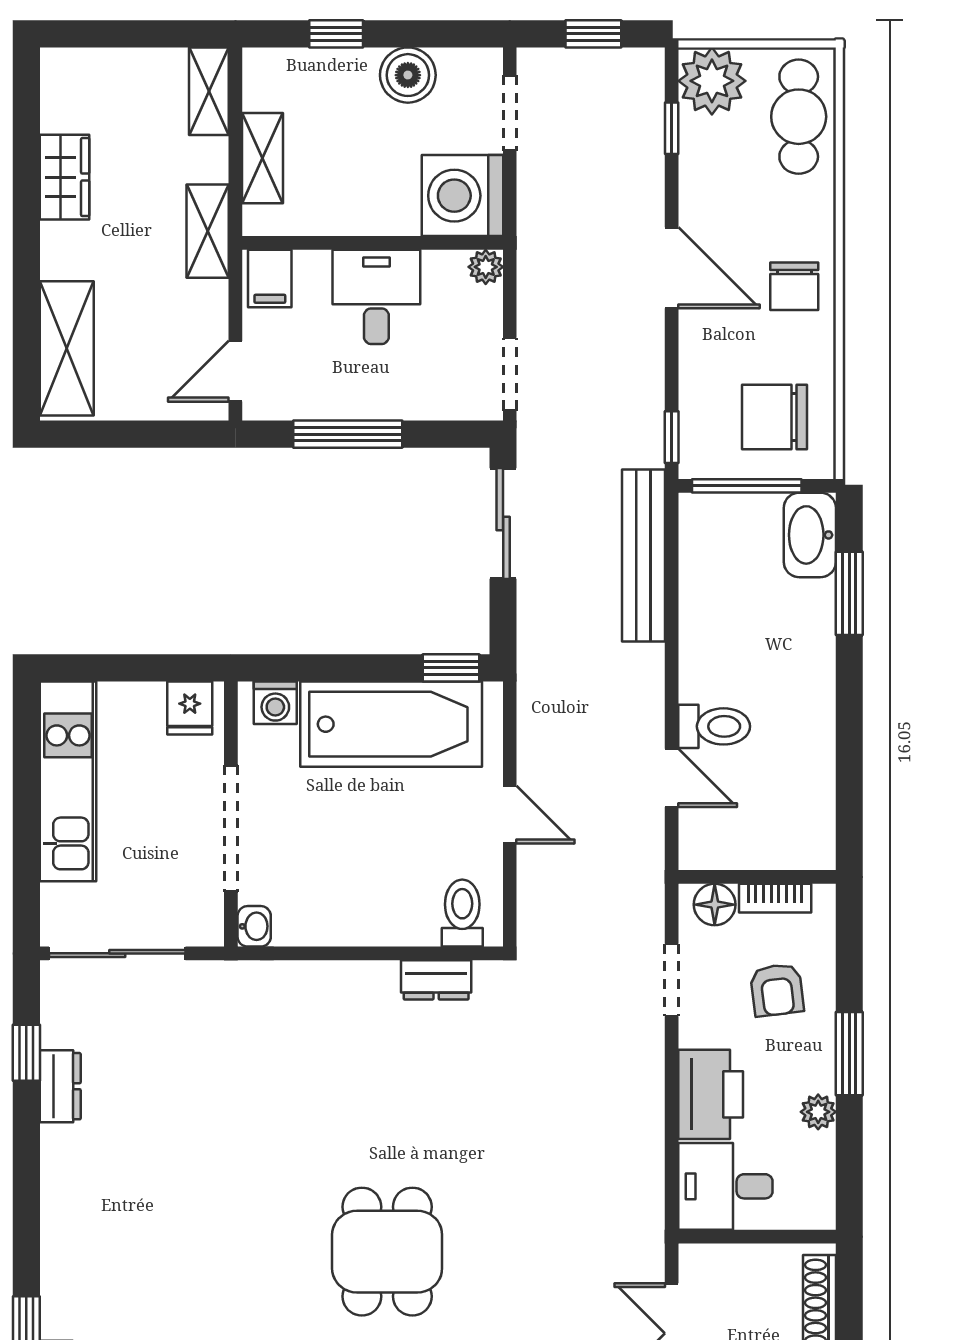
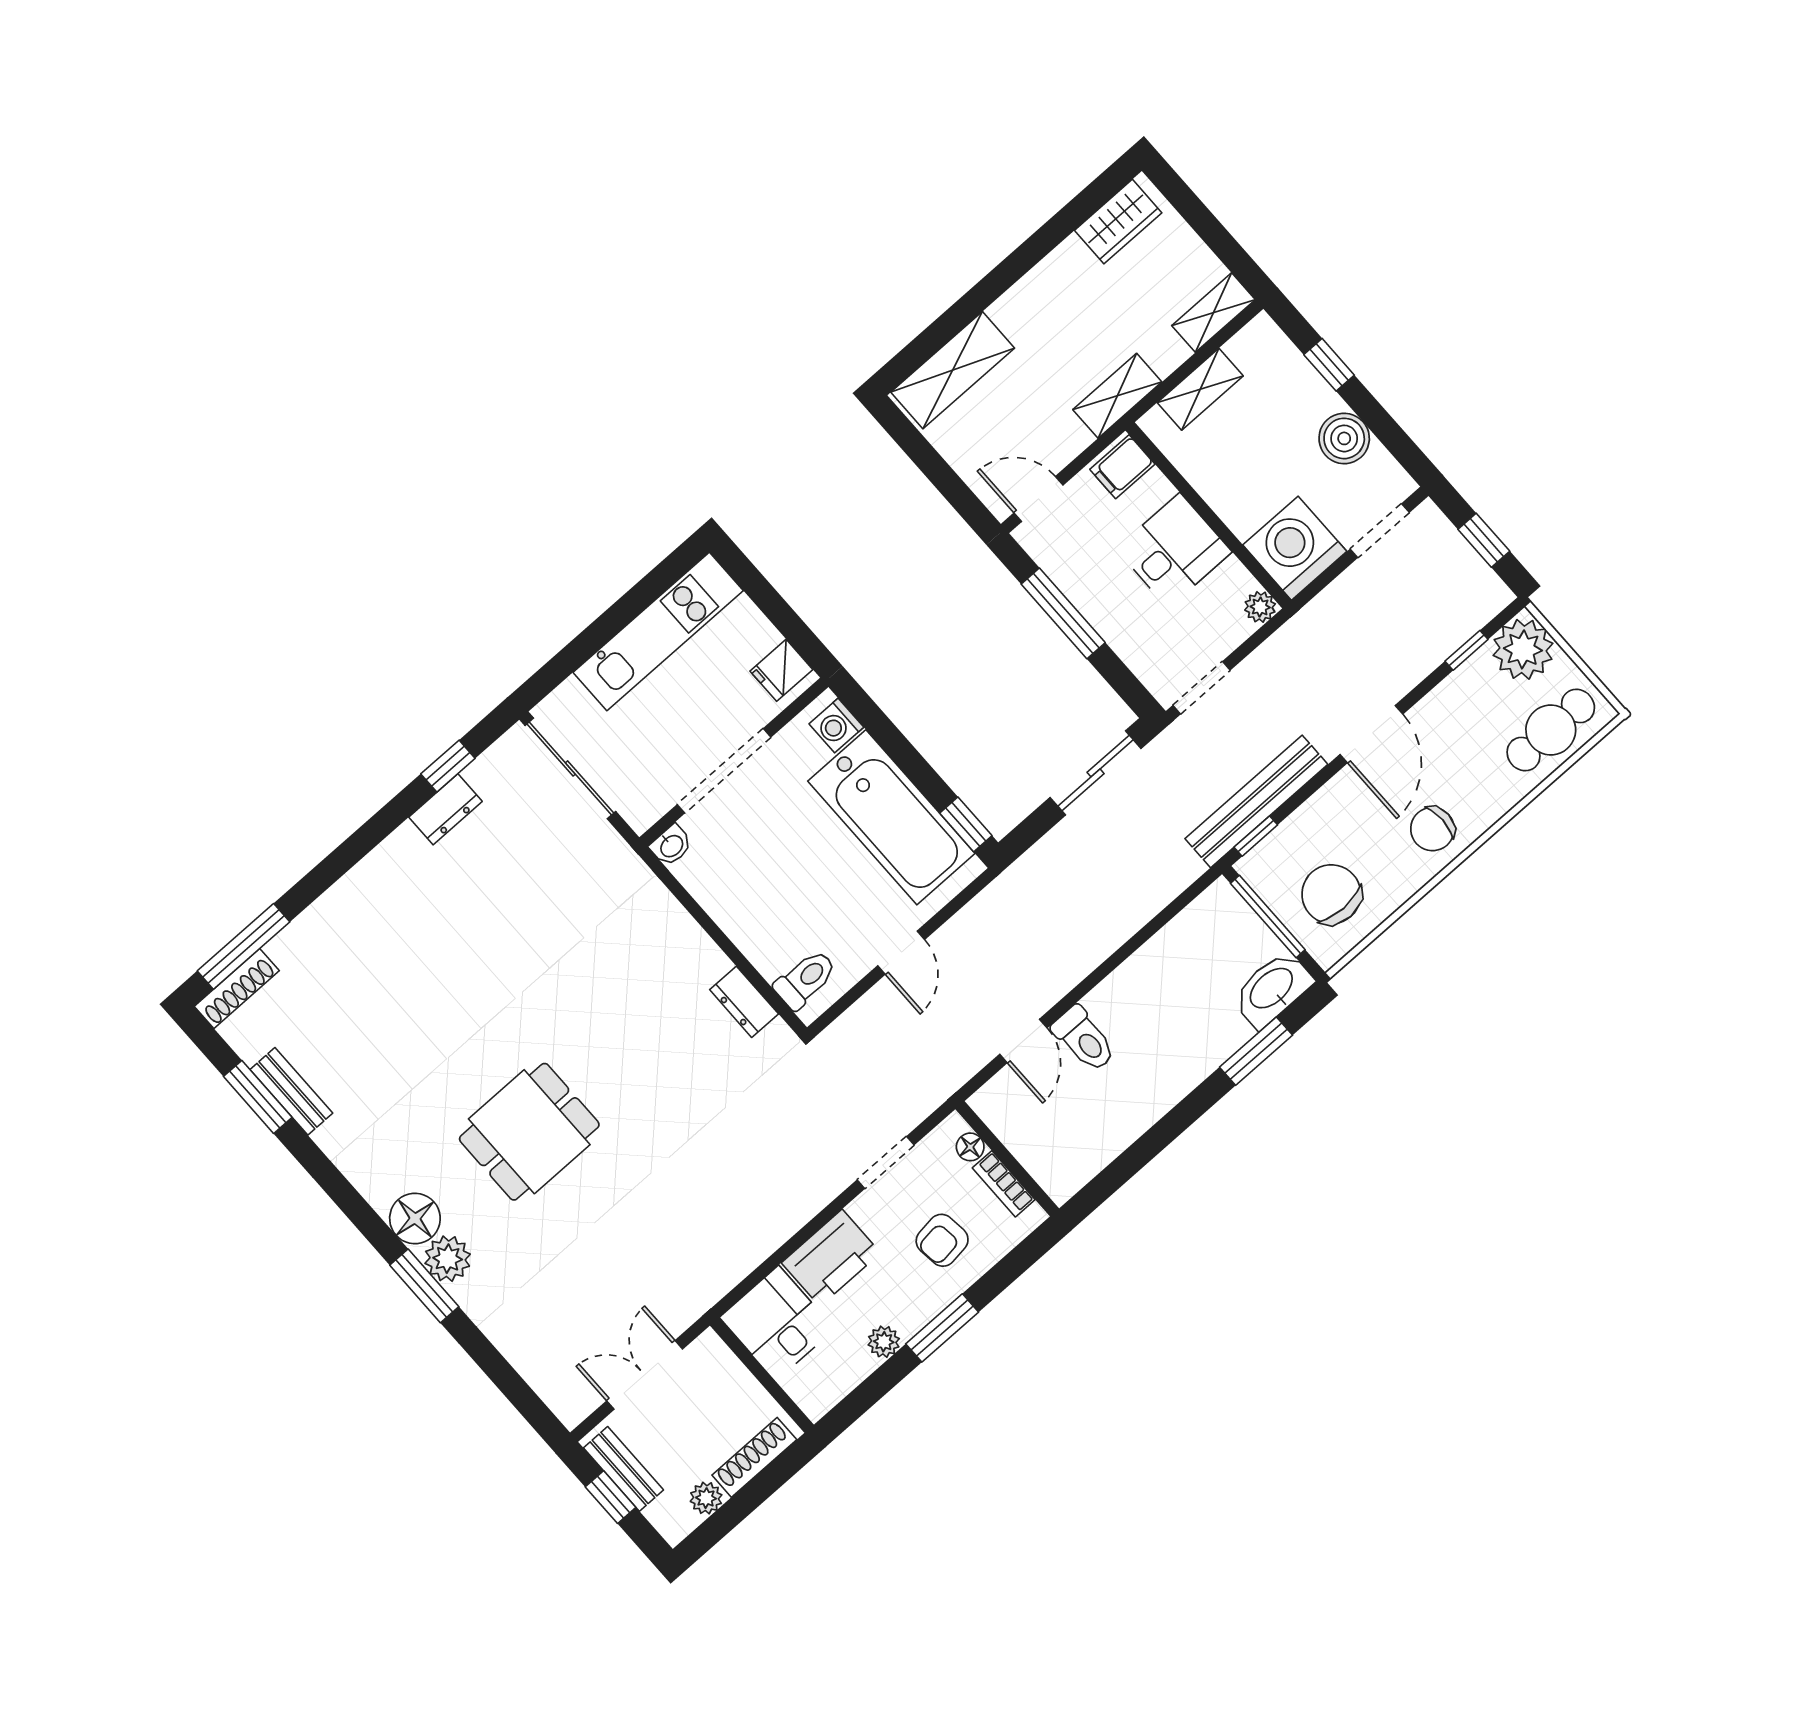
wardrobe: (64, 177) -> (1118, 222), moved
bench: (643, 556) -> (1256, 801), moved
floor lamp: (715, 905) -> (970, 1147), width x0.73, depth x0.73

